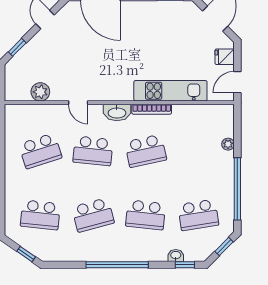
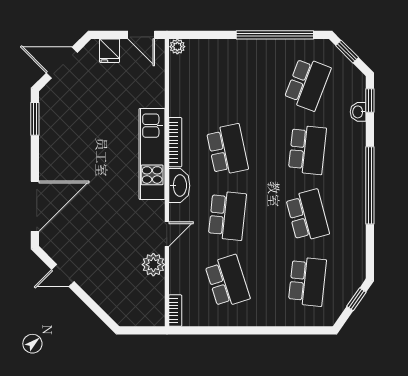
window: (17, 47) -> (98, 310), removed
kitchen unit: (170, 91) -> (152, 154), moved
plant: (40, 92) -> (153, 265), moved
bookcase: (17, 109) -> (175, 311), added
plant: (228, 144) -> (177, 47), moved
school desk: (198, 215) -> (307, 84), turned 30

